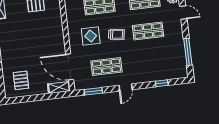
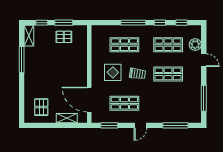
window: (162, 83) -> (175, 125), width x2.17
shelving: (59, 88) -> (67, 118), moved

